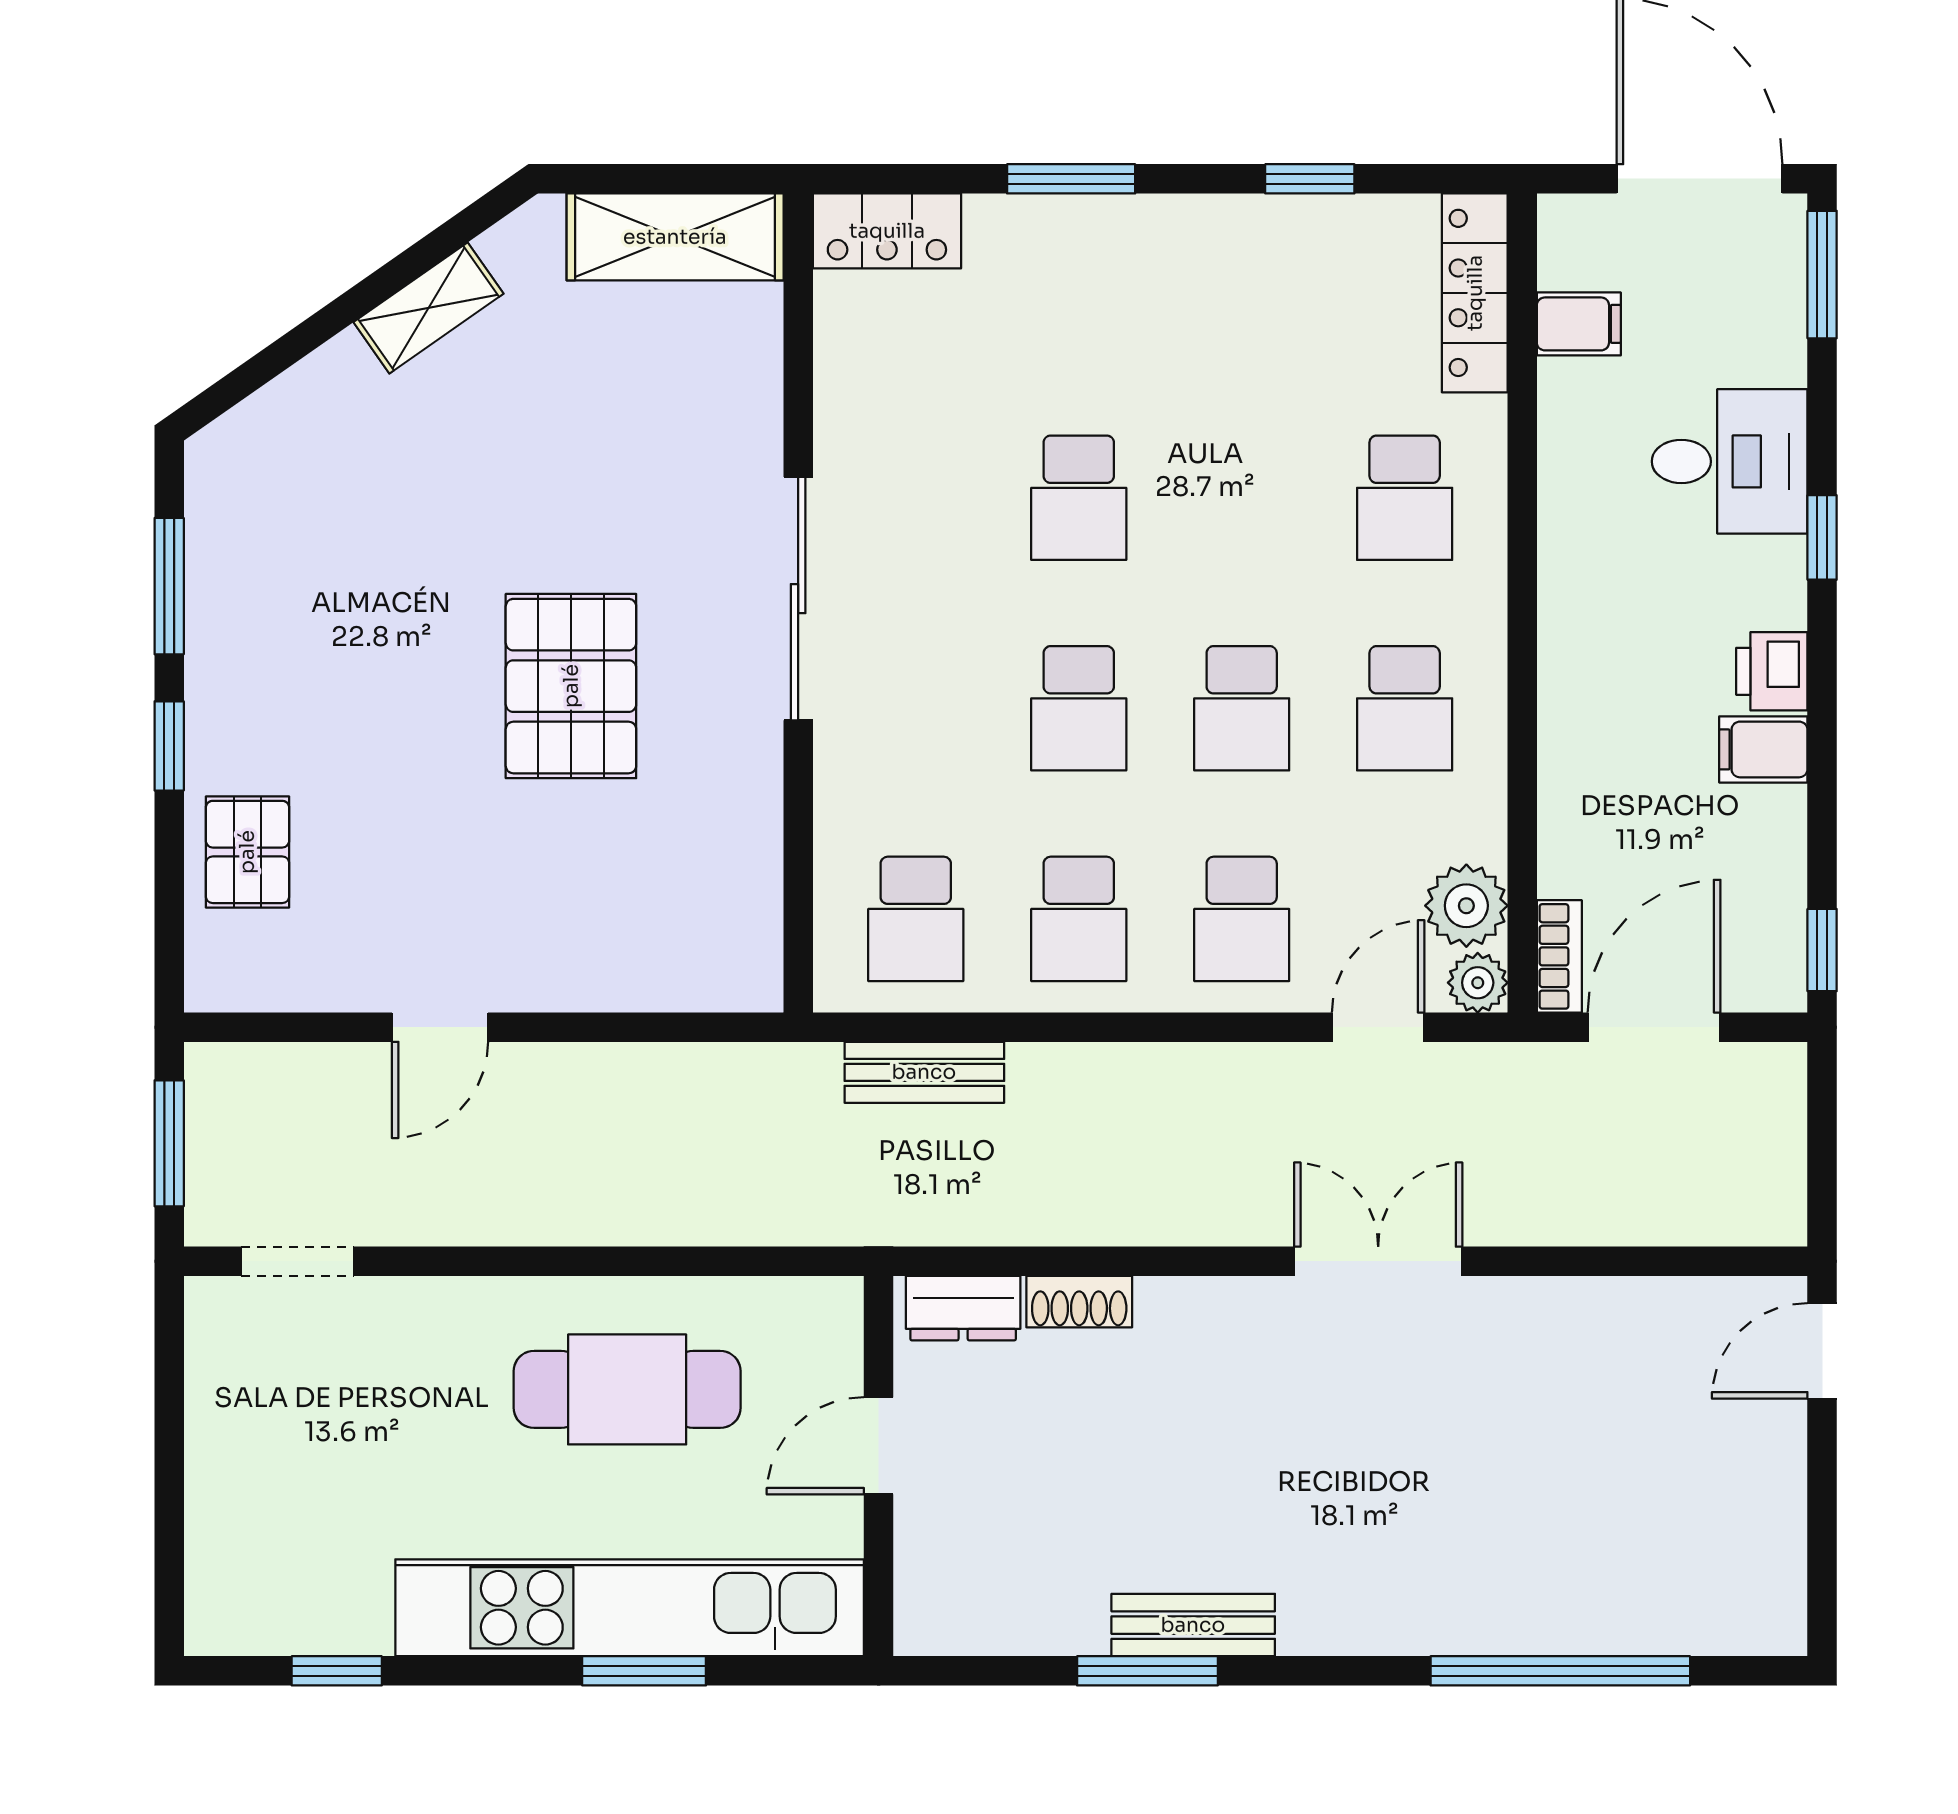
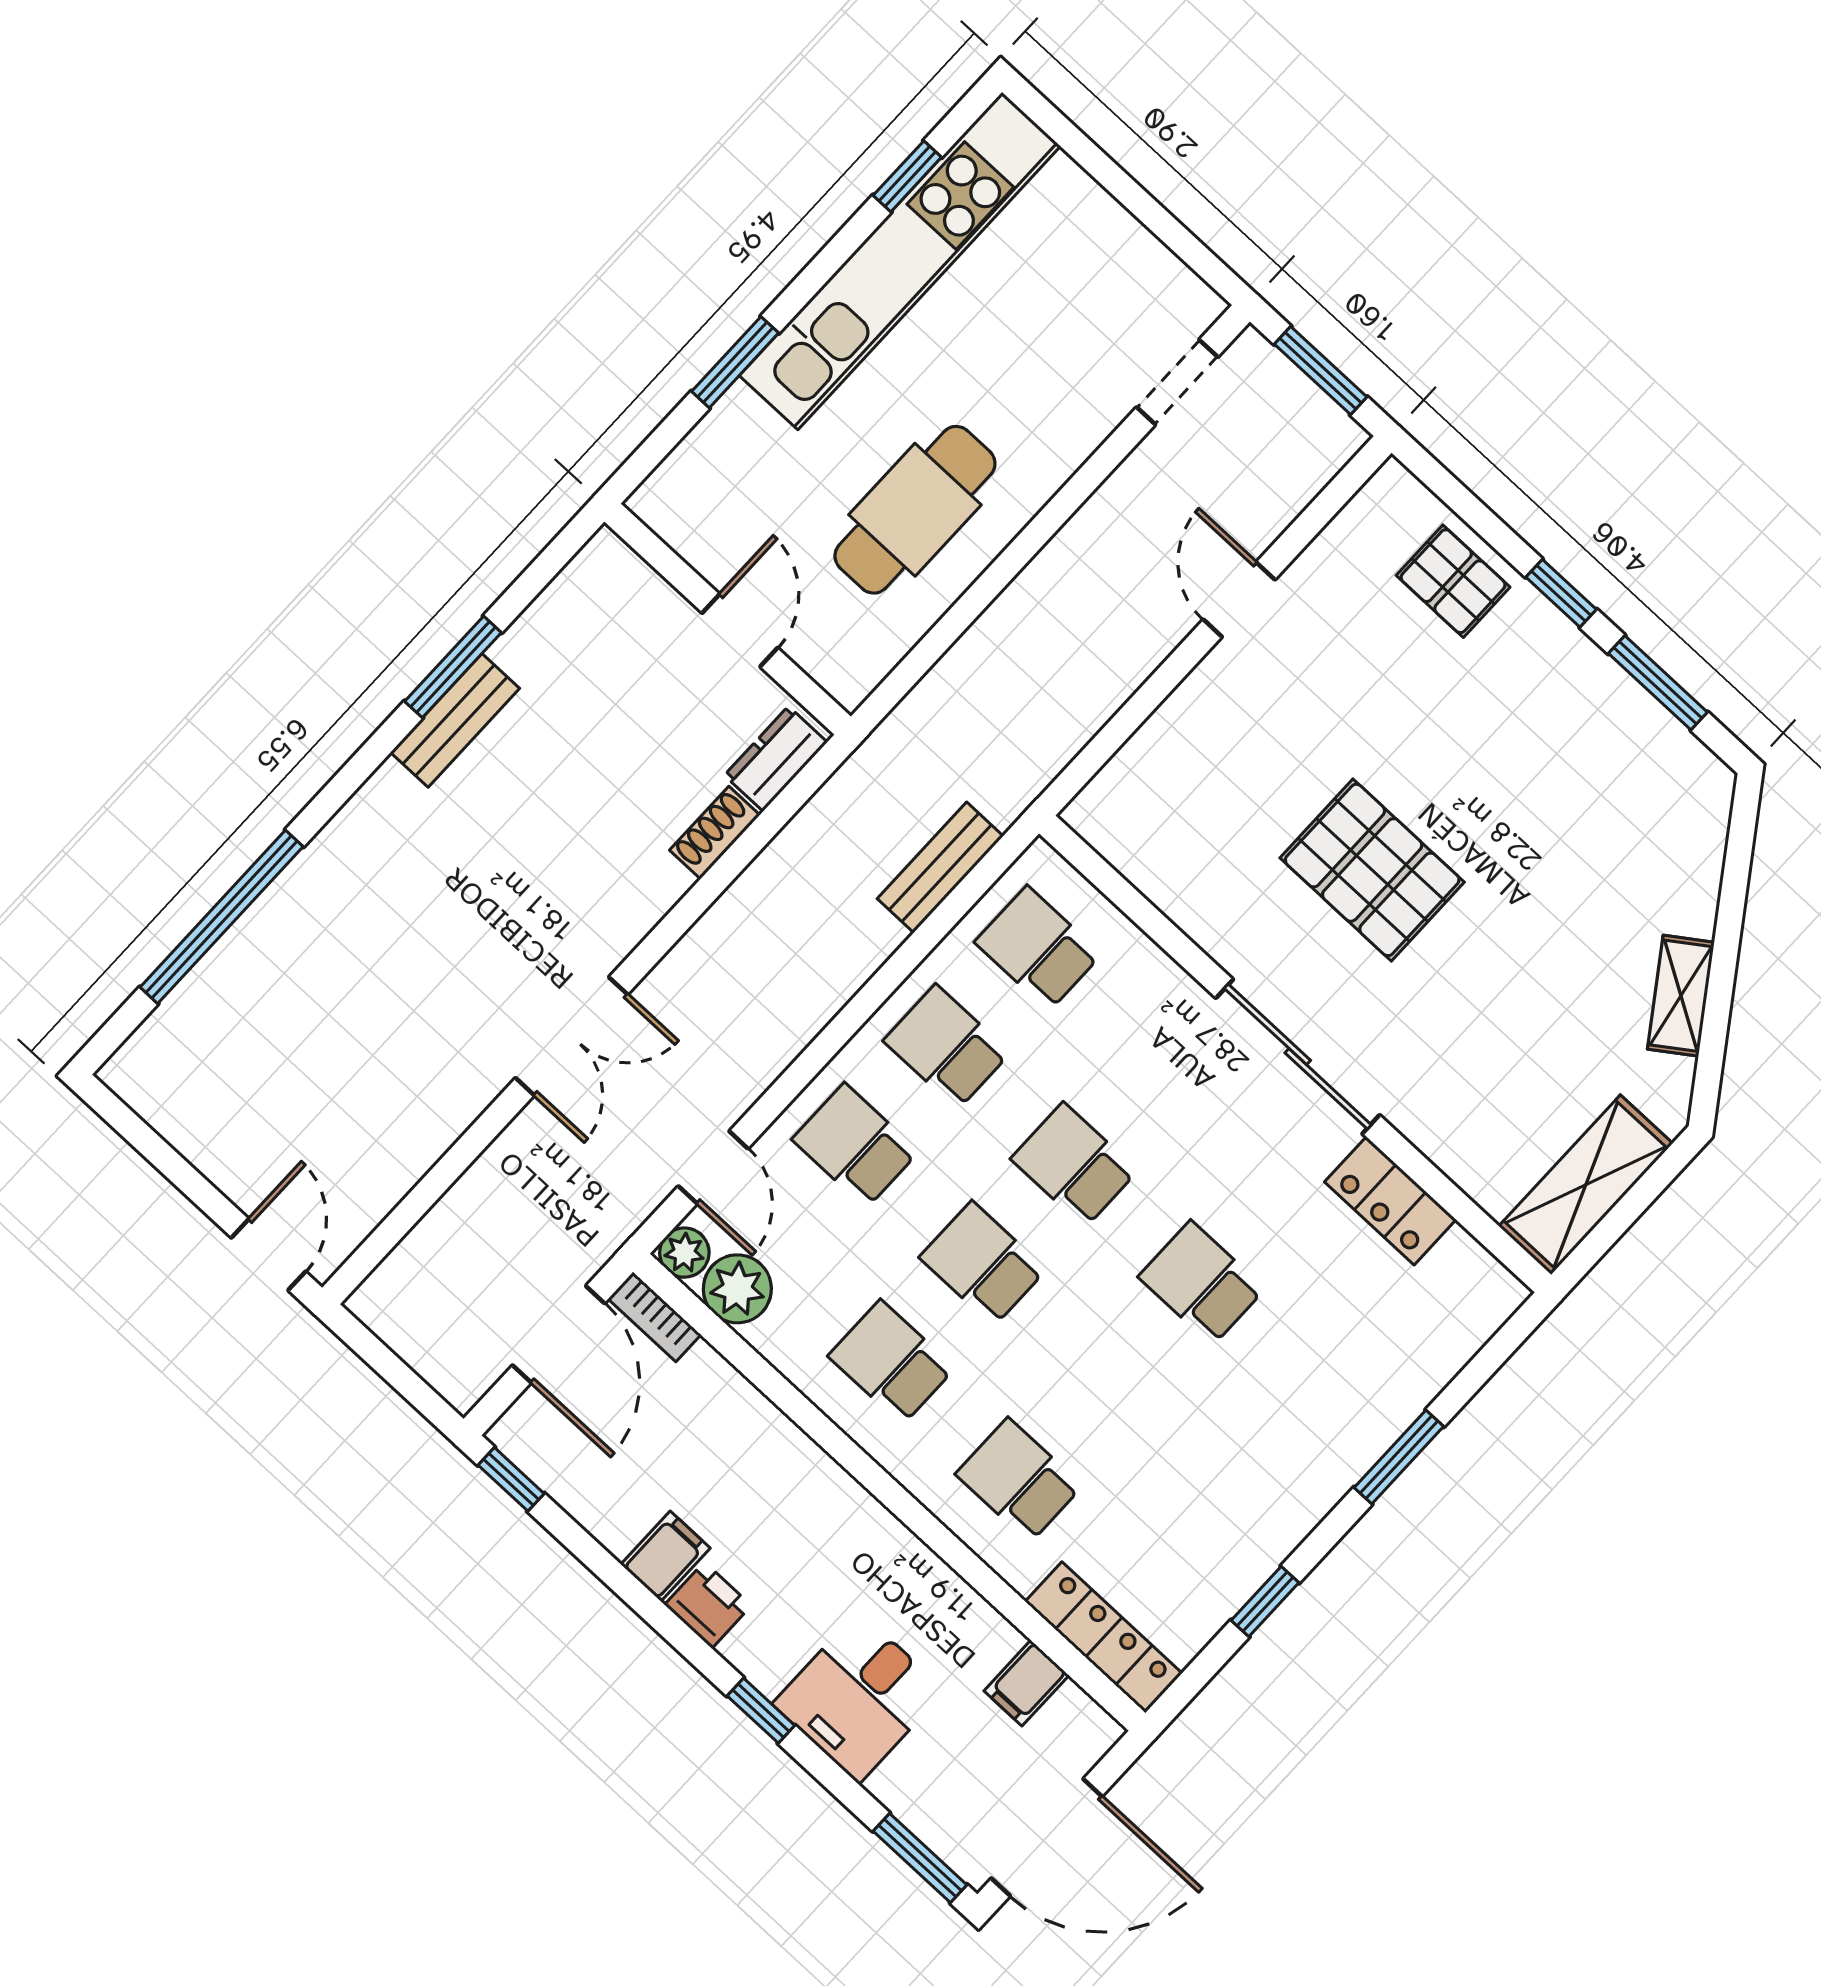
locker: (887, 231) -> (1390, 1201), moved, turned -90
kitchen unit: (630, 1608) -> (900, 261), moved

